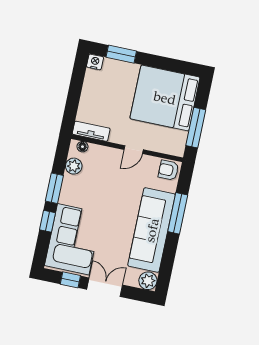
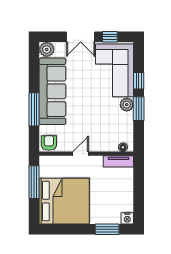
plant: (74, 166) -> (127, 105), moved
armchair: (168, 170) -> (49, 143), turned -90

